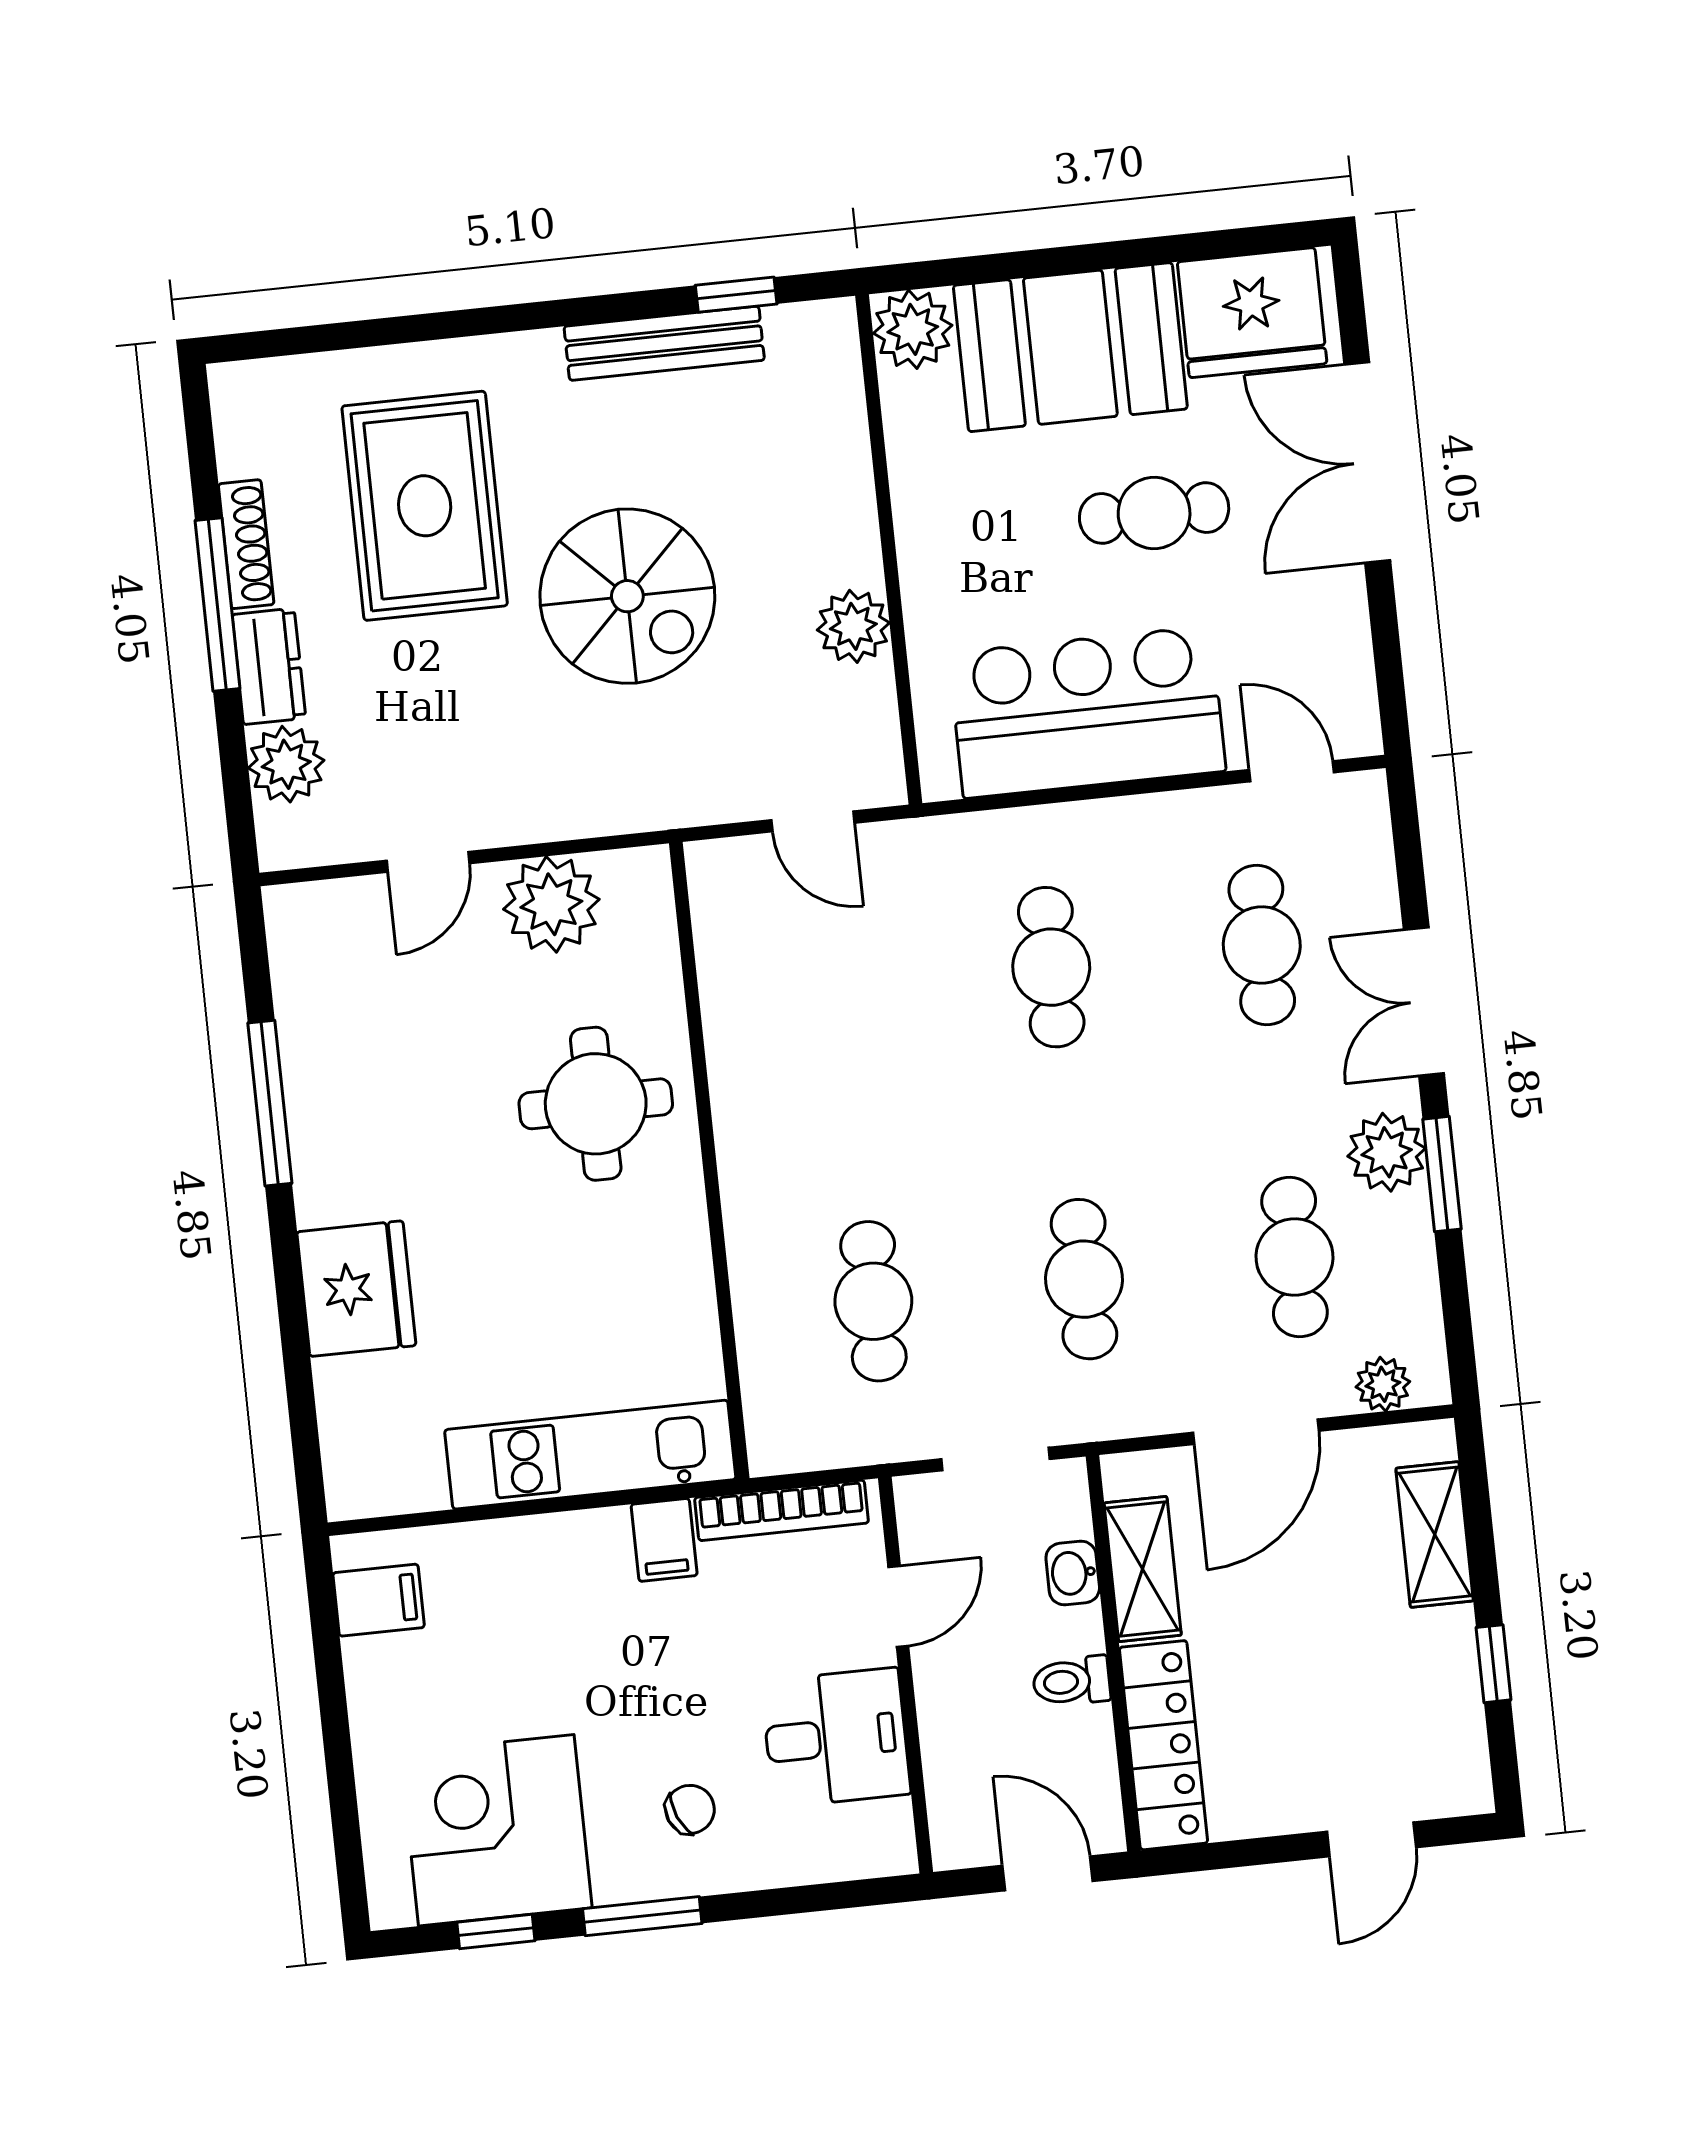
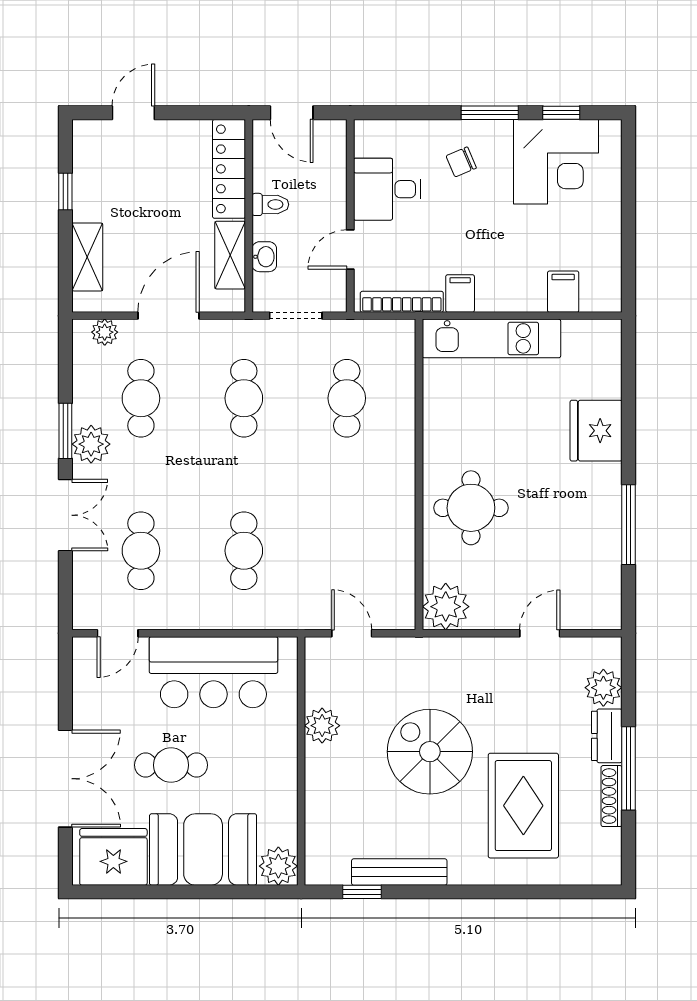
door: (1292, 771) -> (118, 633), hinge flipped
plant: (551, 904) -> (446, 607), moved
filing cabinet: (379, 1600) -> (563, 292), moved, turned 90

